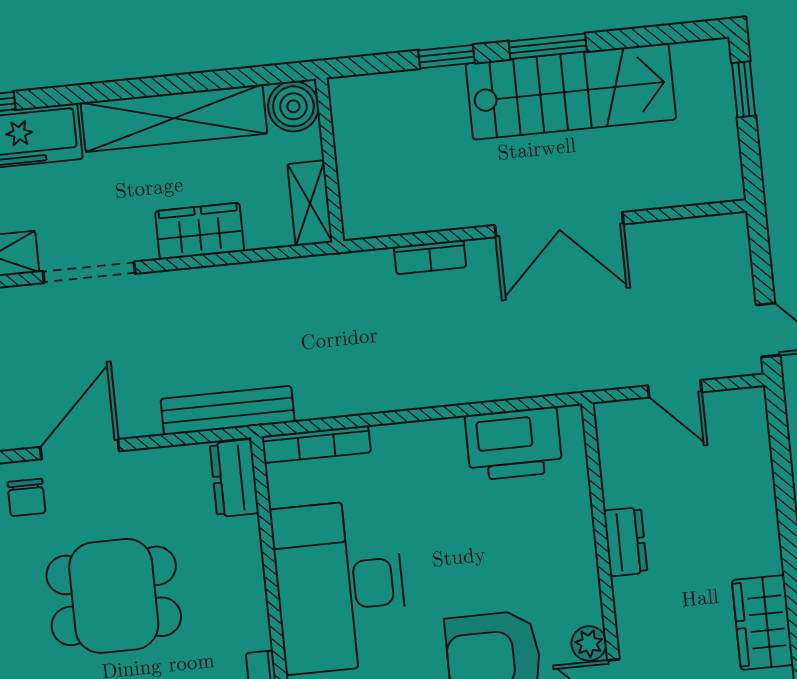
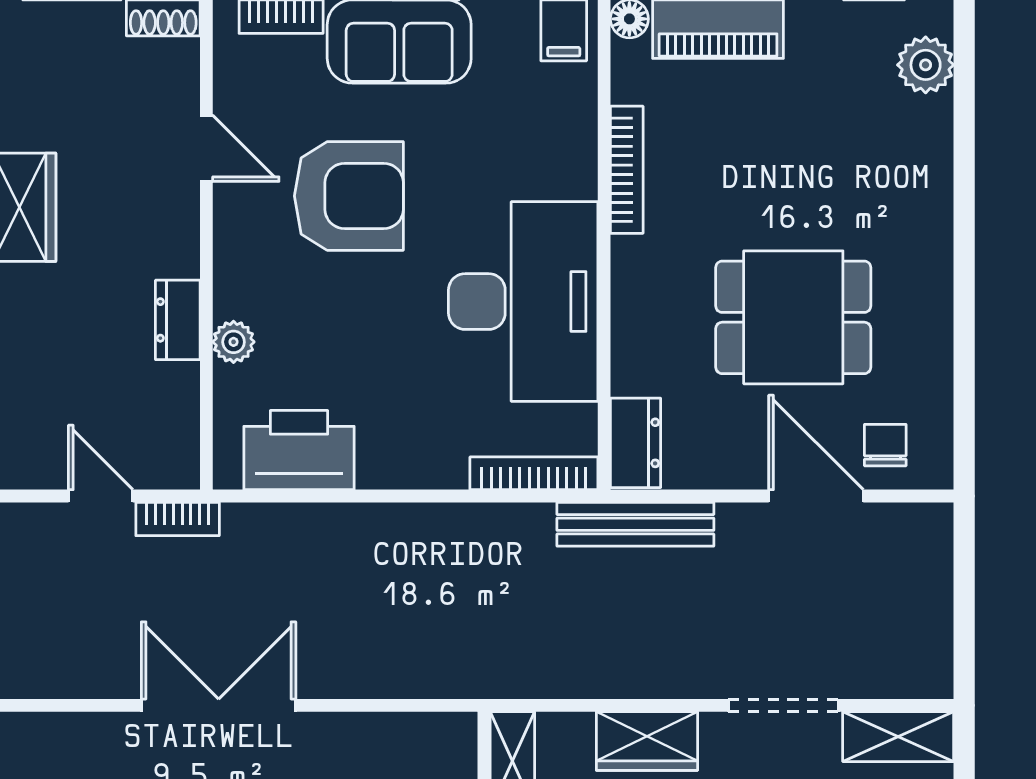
bookcase: (430, 257) -> (178, 519), moved, turned 180
door: (80, 449) -> (816, 496), swing flipped
plant: (589, 643) -> (234, 342), moved

